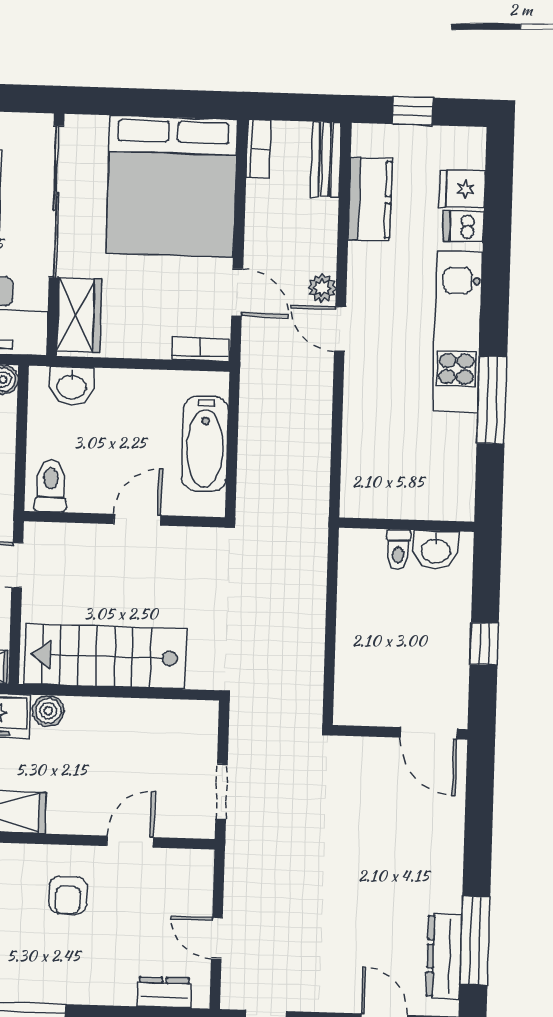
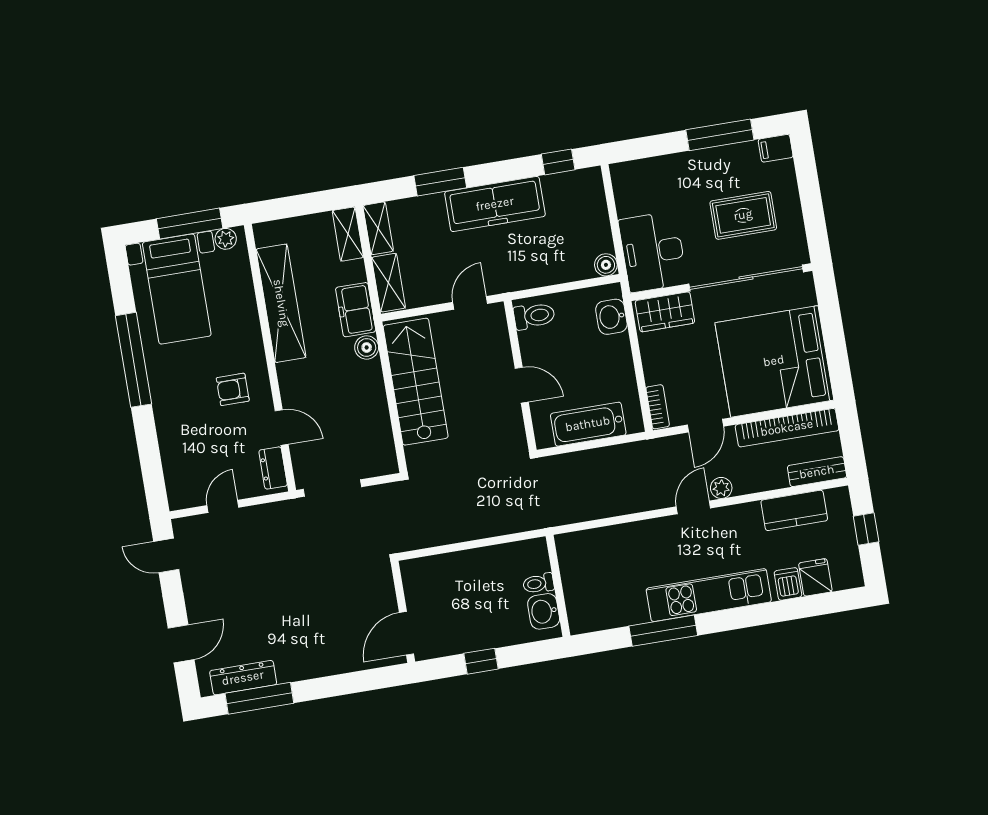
bookcase: (259, 149) -> (787, 428), width x2.31, depth x1.31
doorway: (222, 792) -> (332, 488), width x1.38
dresser: (164, 992) -> (273, 468), moved, turned 180

